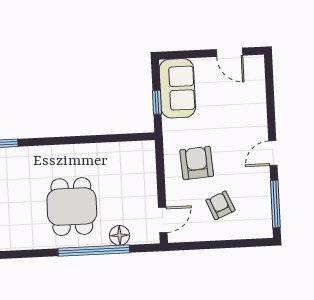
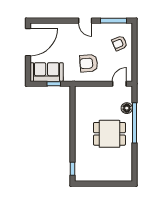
door: (230, 52) -> (28, 42), width x1.88
armchair: (220, 205) -> (120, 43), moved
door: (163, 220) -> (119, 84), hinge flipped

